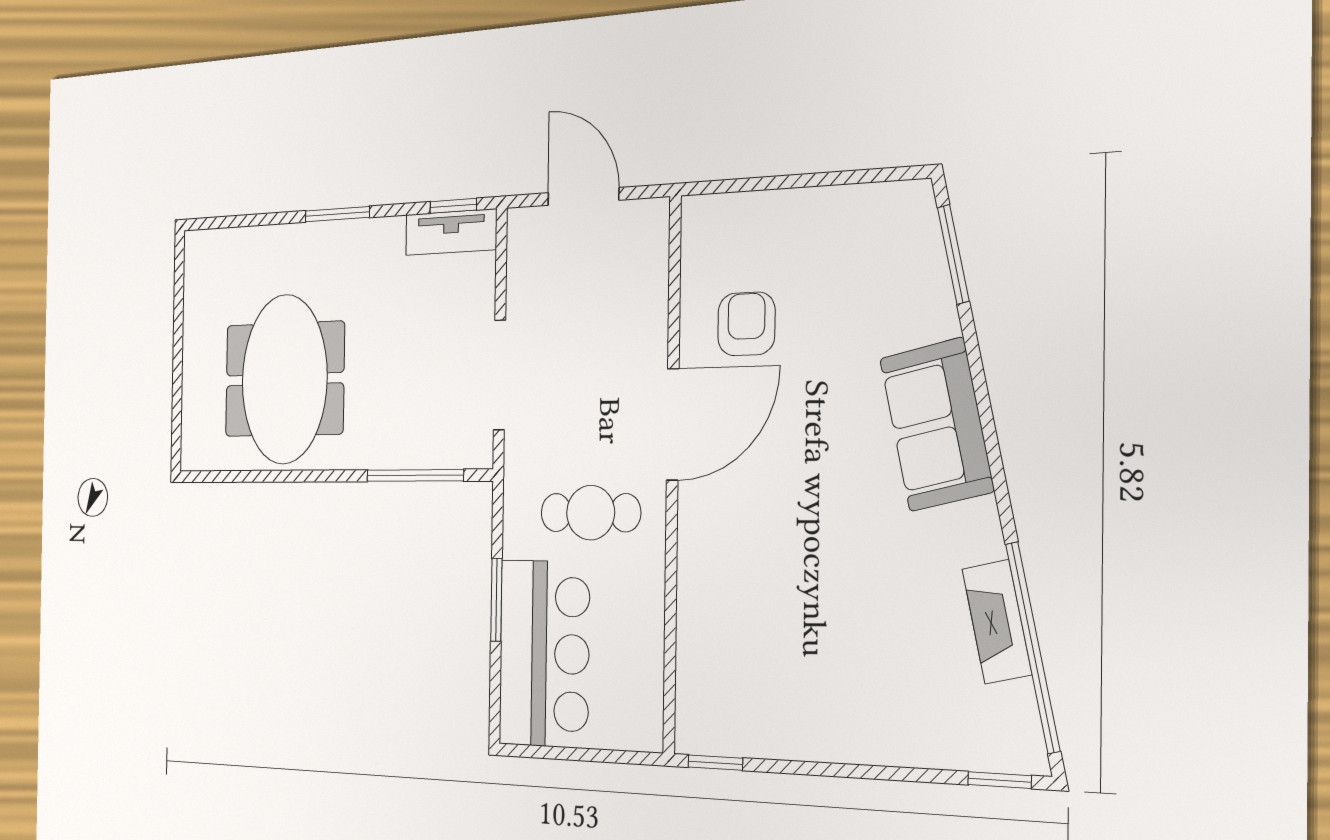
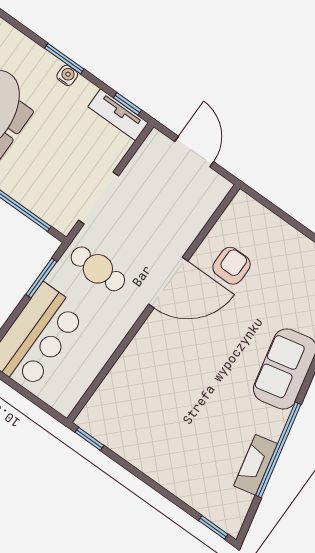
water cooler: (355, 234) -> (67, 75), added
cafe table: (591, 513) -> (98, 269), moved
window: (496, 600) -> (41, 278), moved
window: (1033, 647) -> (278, 450), moved

